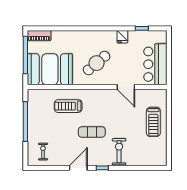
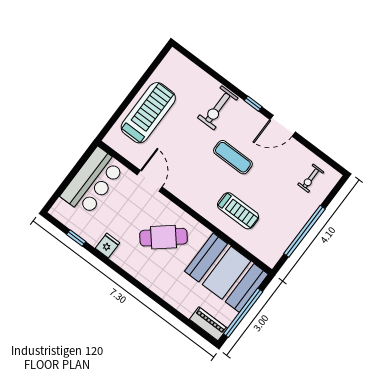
treadmill: (153, 122) -> (148, 113), width x1.37, depth x1.37

